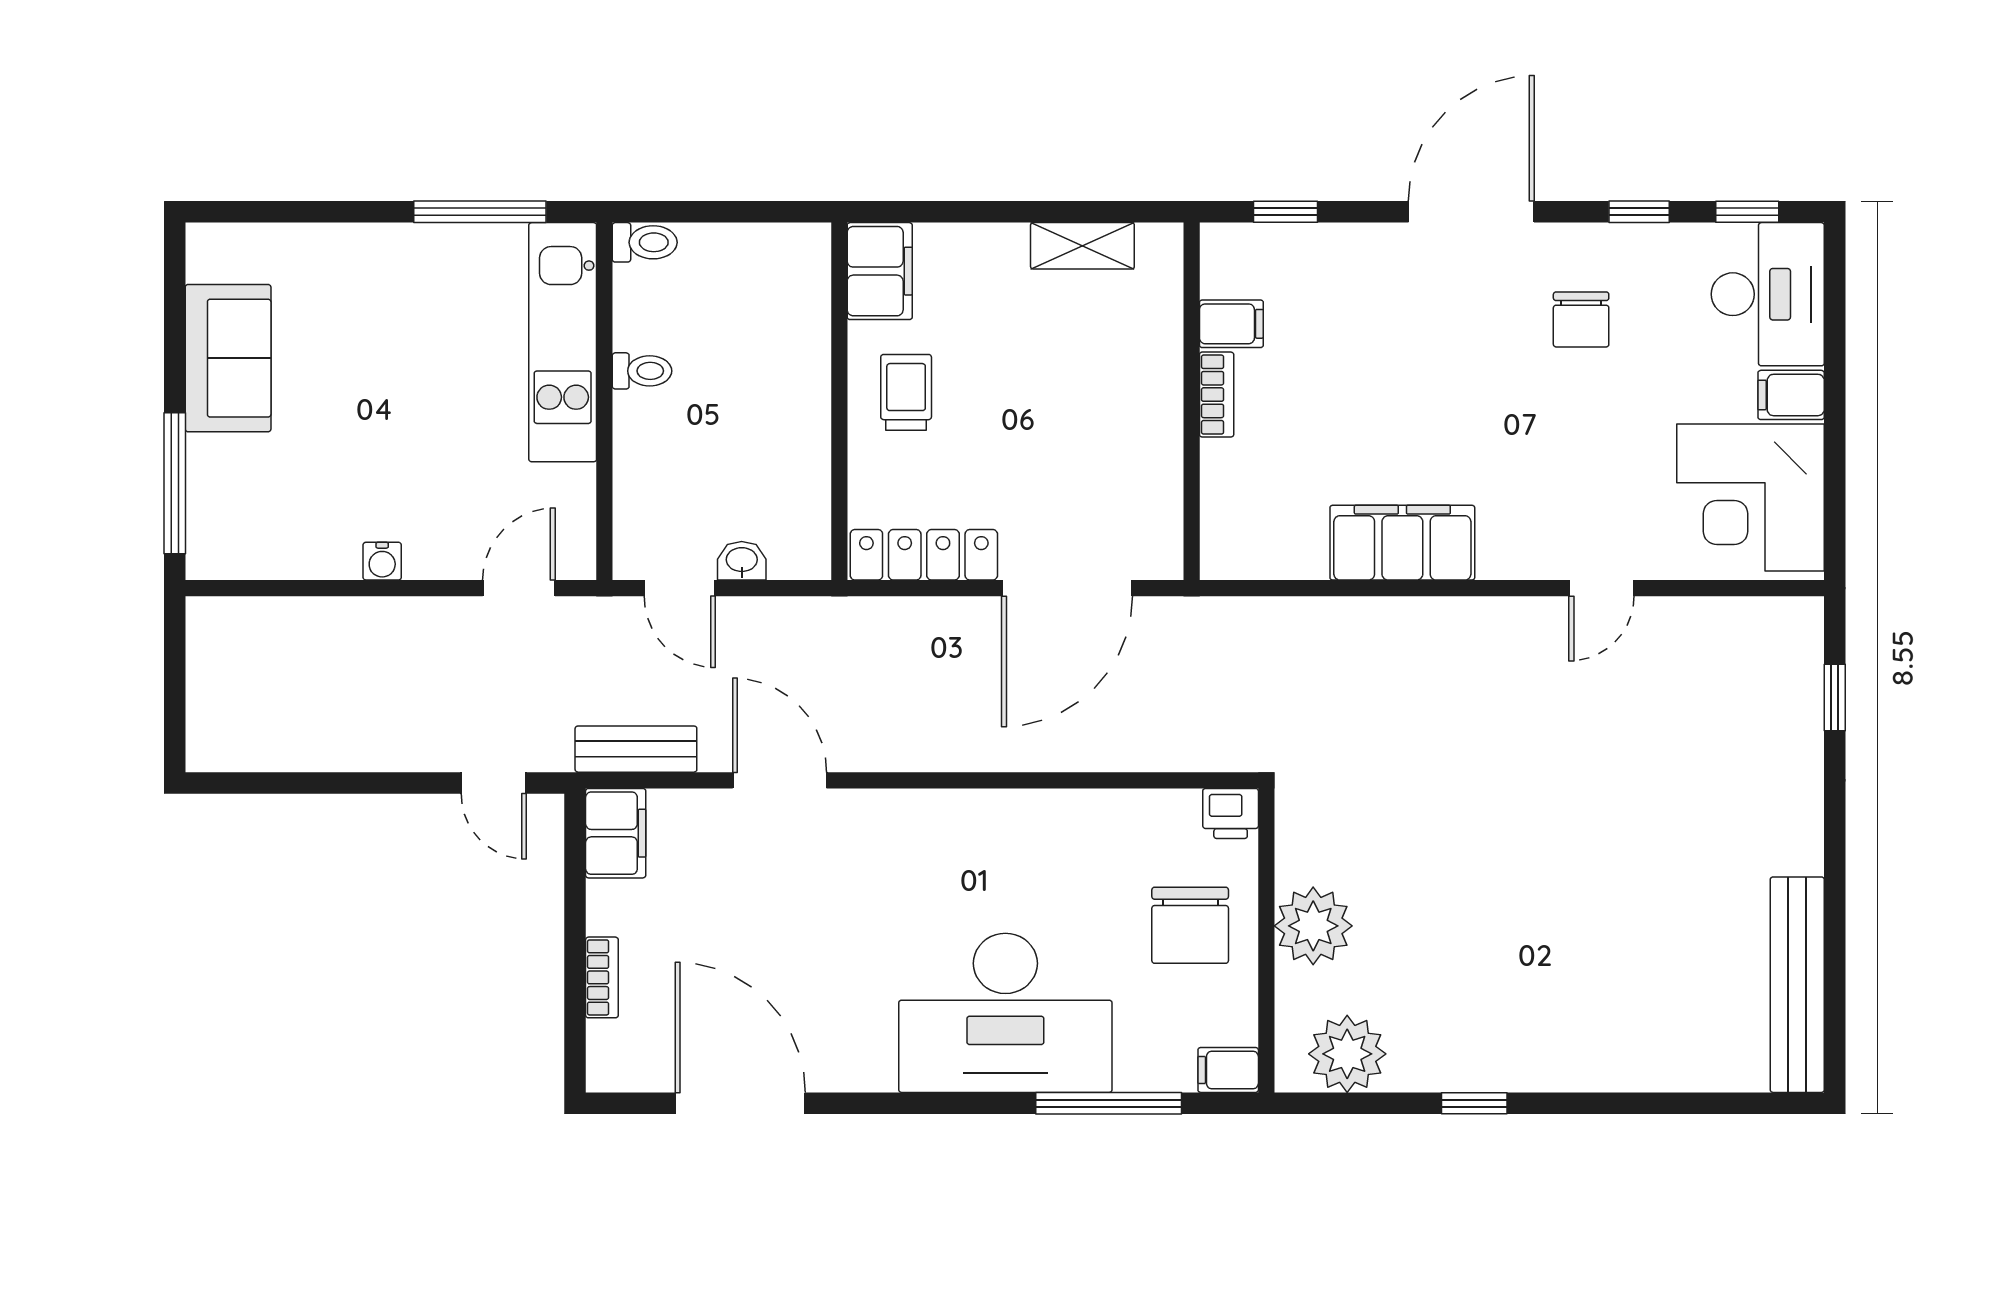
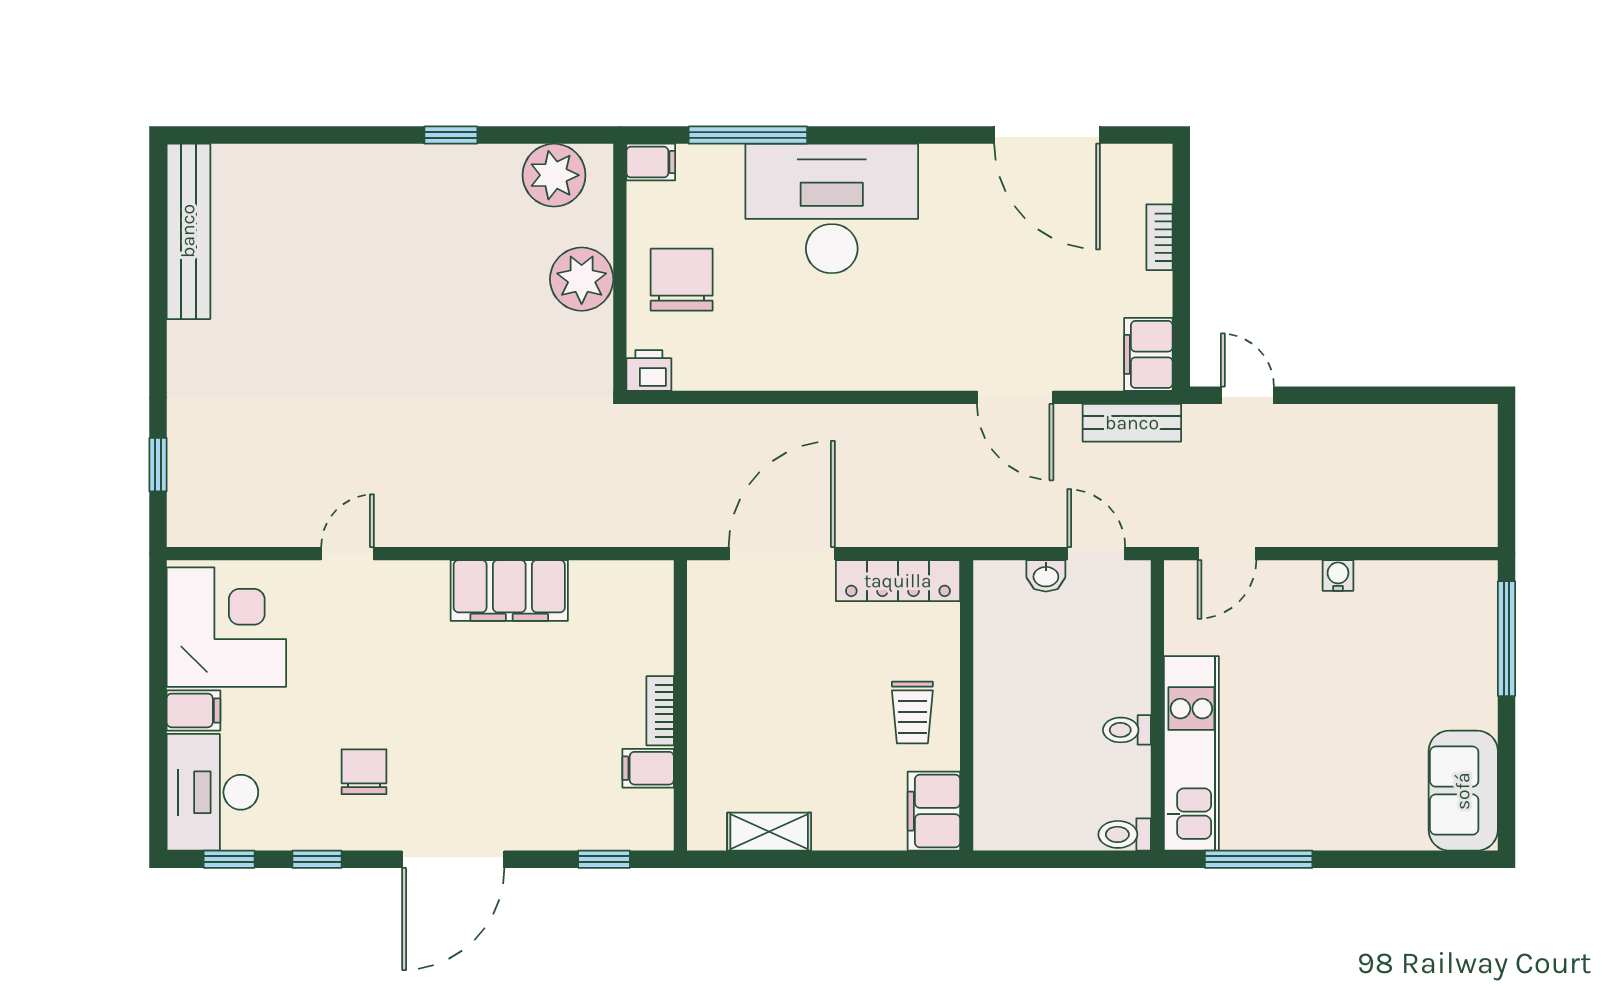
sofa: (228, 358) -> (1463, 791), moved

